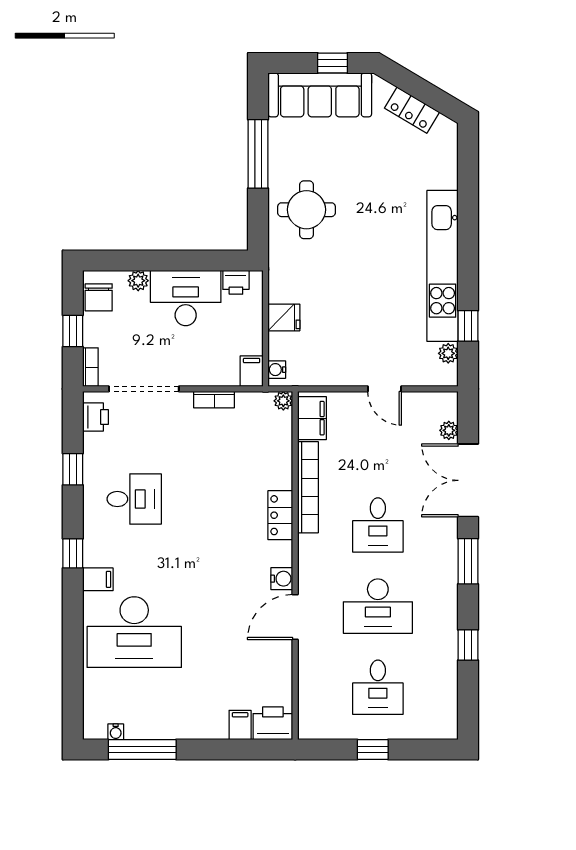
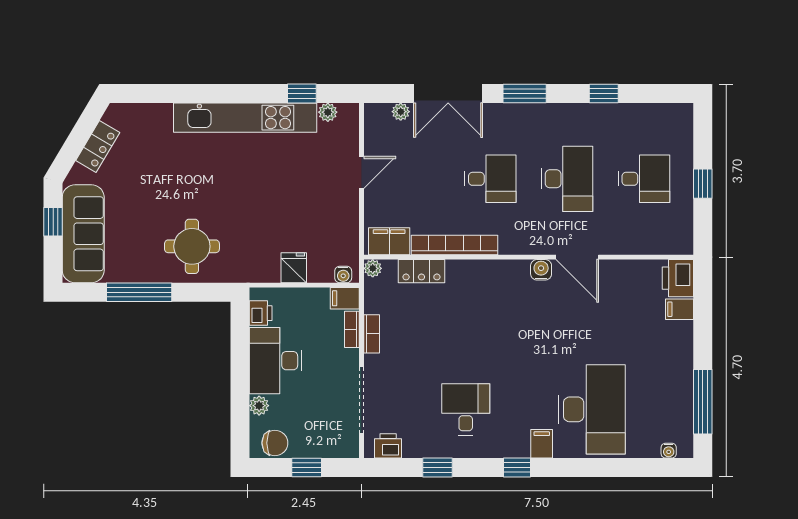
bookcase: (90, 367) -> (352, 329), moved, turned -90
locker: (280, 515) -> (421, 271), moved
water cooler: (116, 732) -> (669, 451), moved, turned 90

